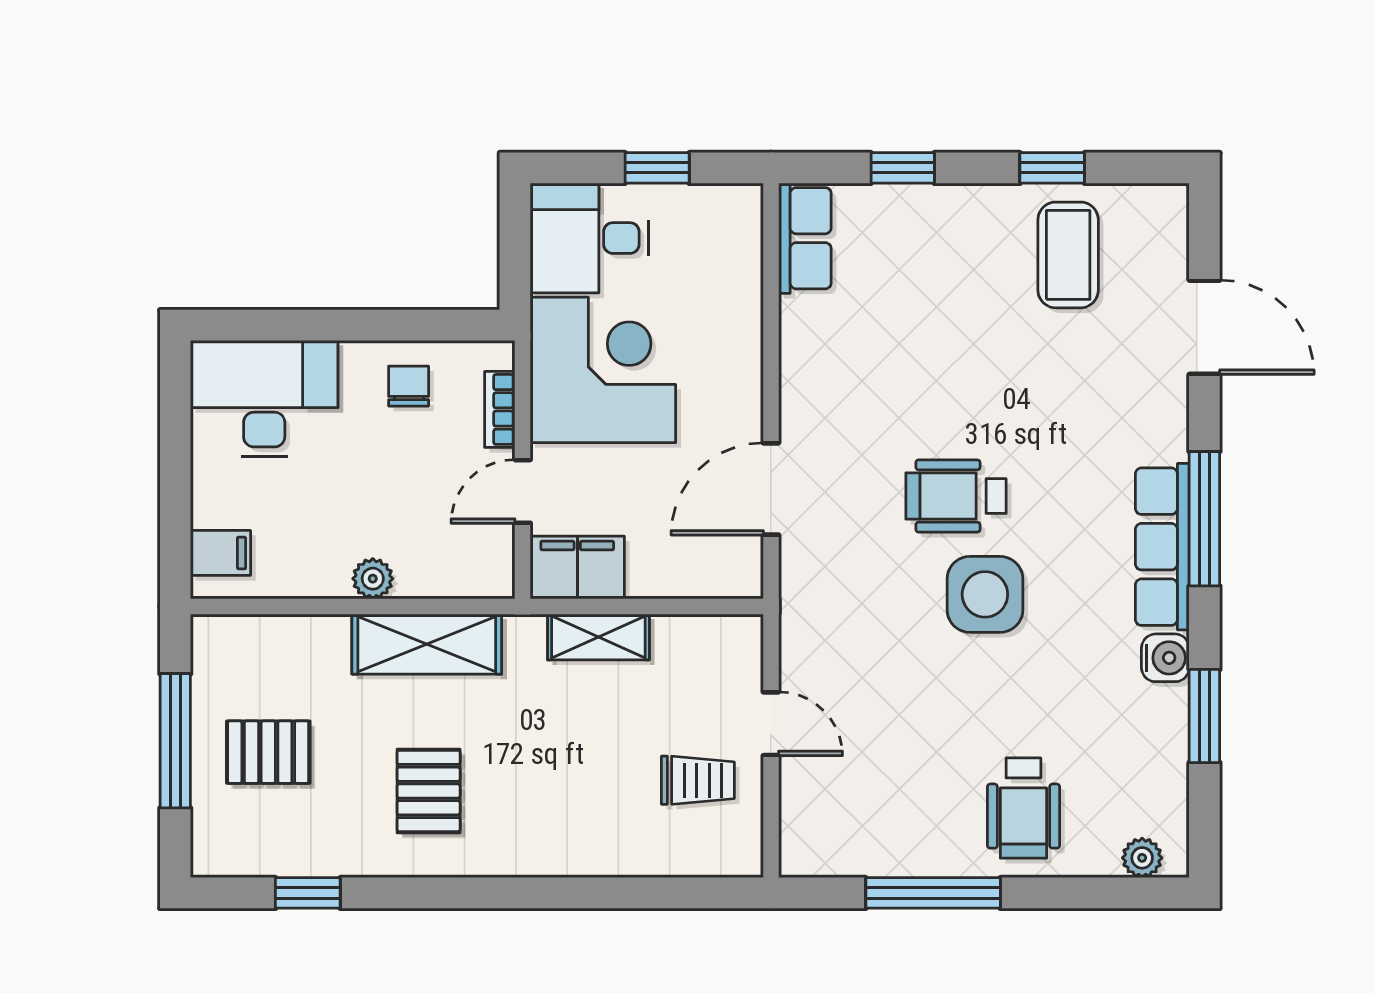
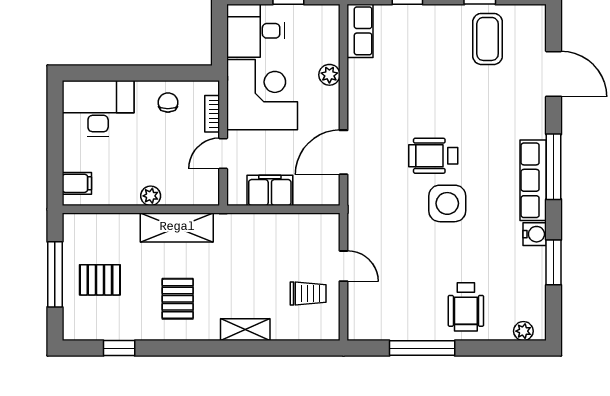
plant: (742, 329) -> (329, 75), added
filing cabinet: (577, 568) -> (270, 190), moved
shelving: (598, 637) -> (245, 330), moved

